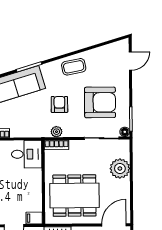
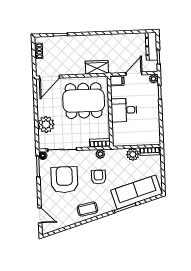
door: (130, 61) -> (40, 215), swing flipped
armchair: (100, 102) -> (64, 180), turned 90
armchair: (59, 104) -> (98, 177), turned 180
plant: (18, 130) -> (133, 154), added
desk: (27, 154) -> (124, 110), moved

